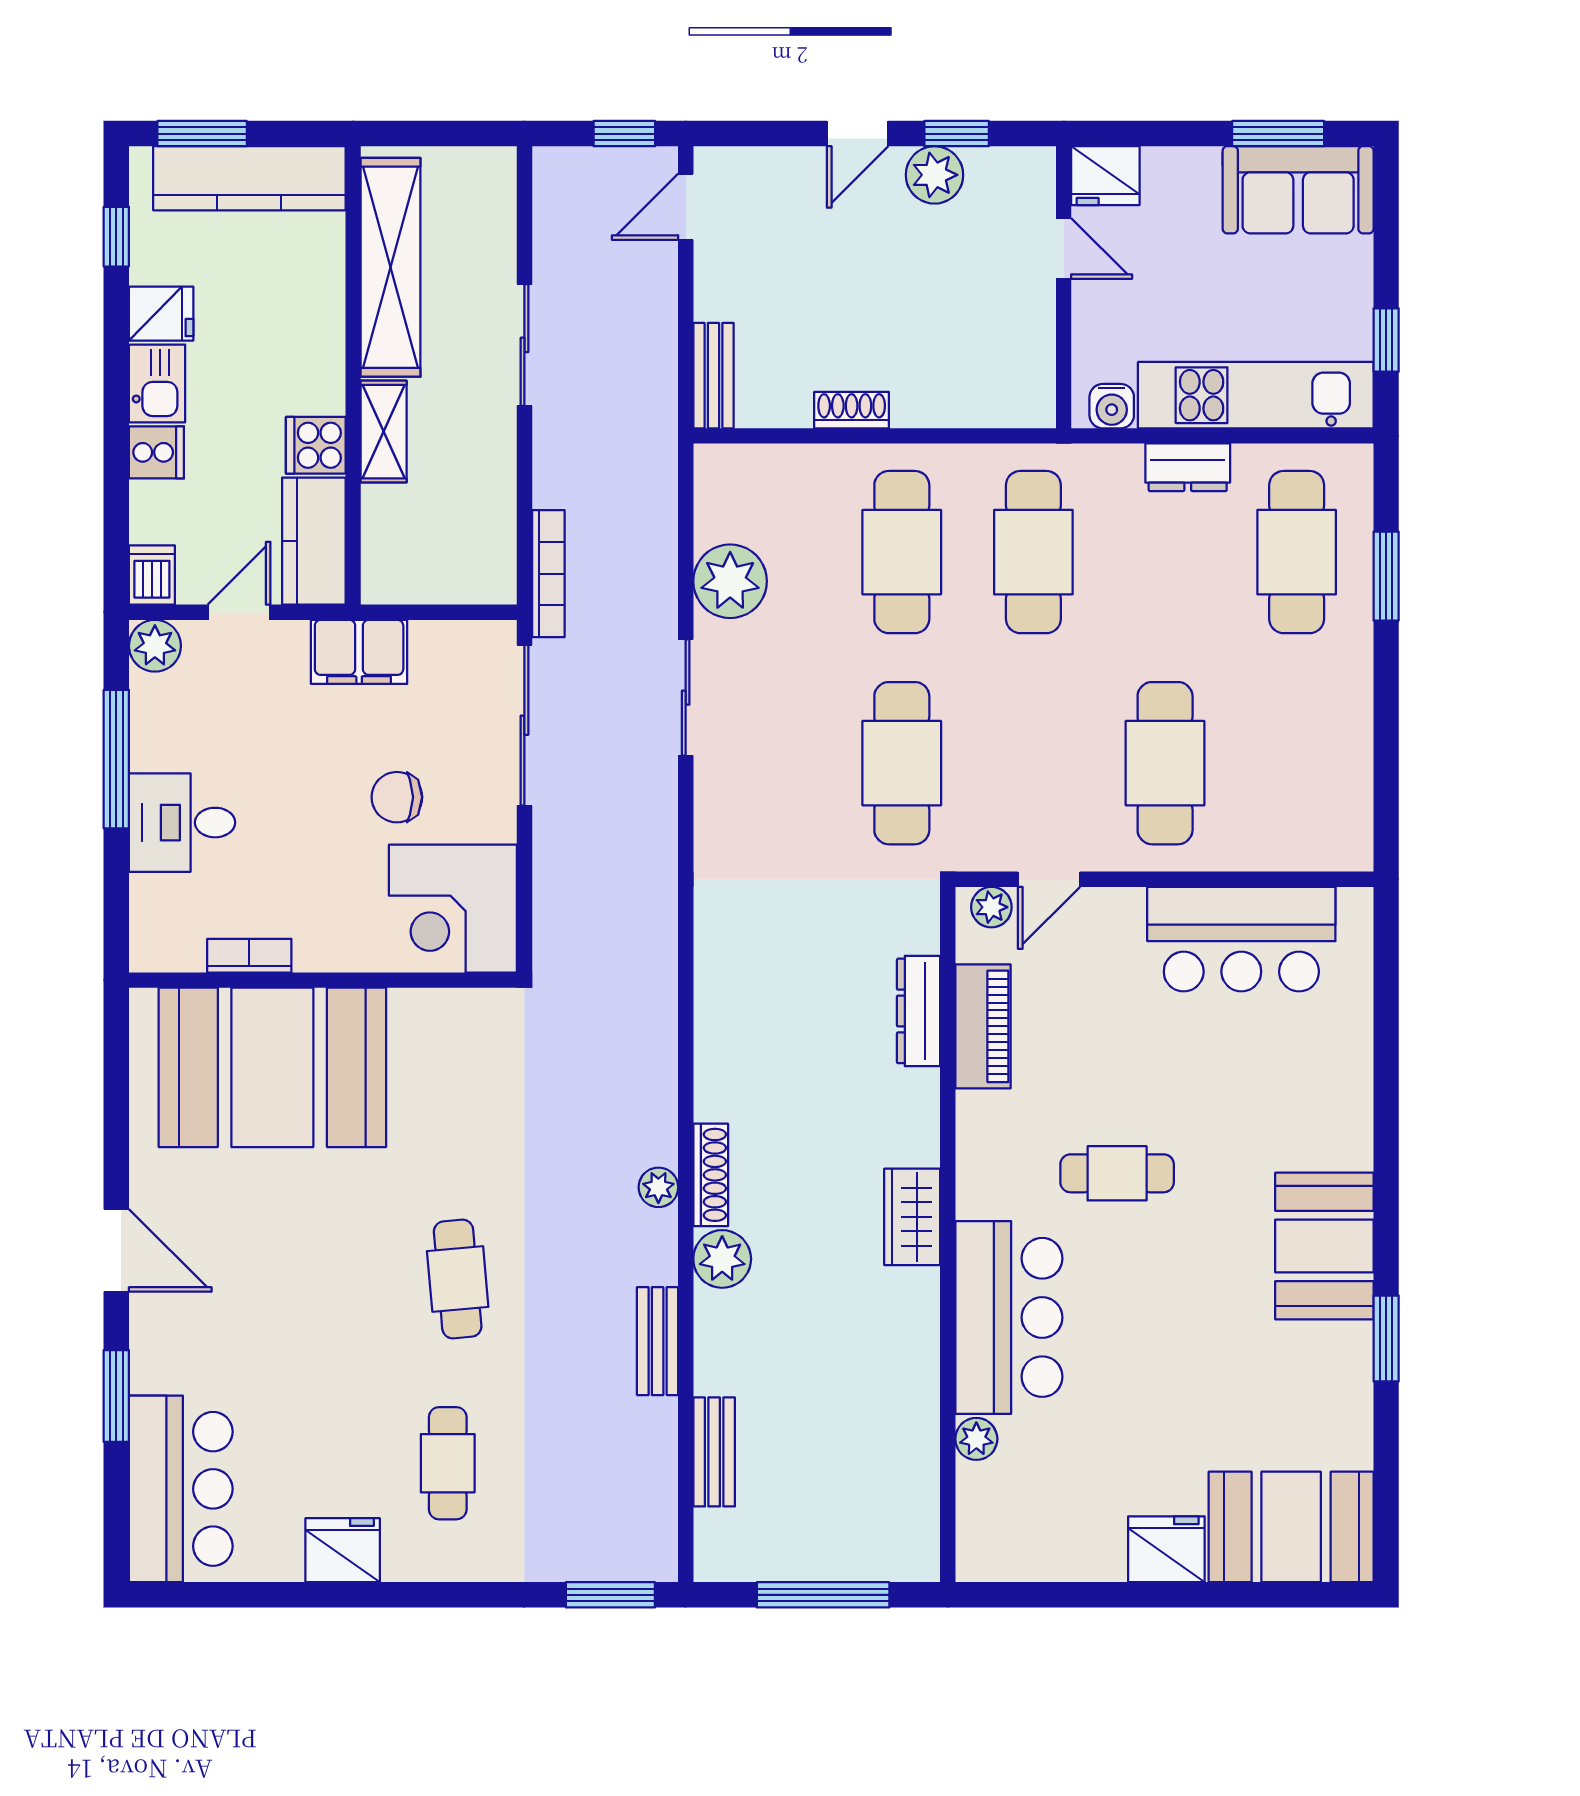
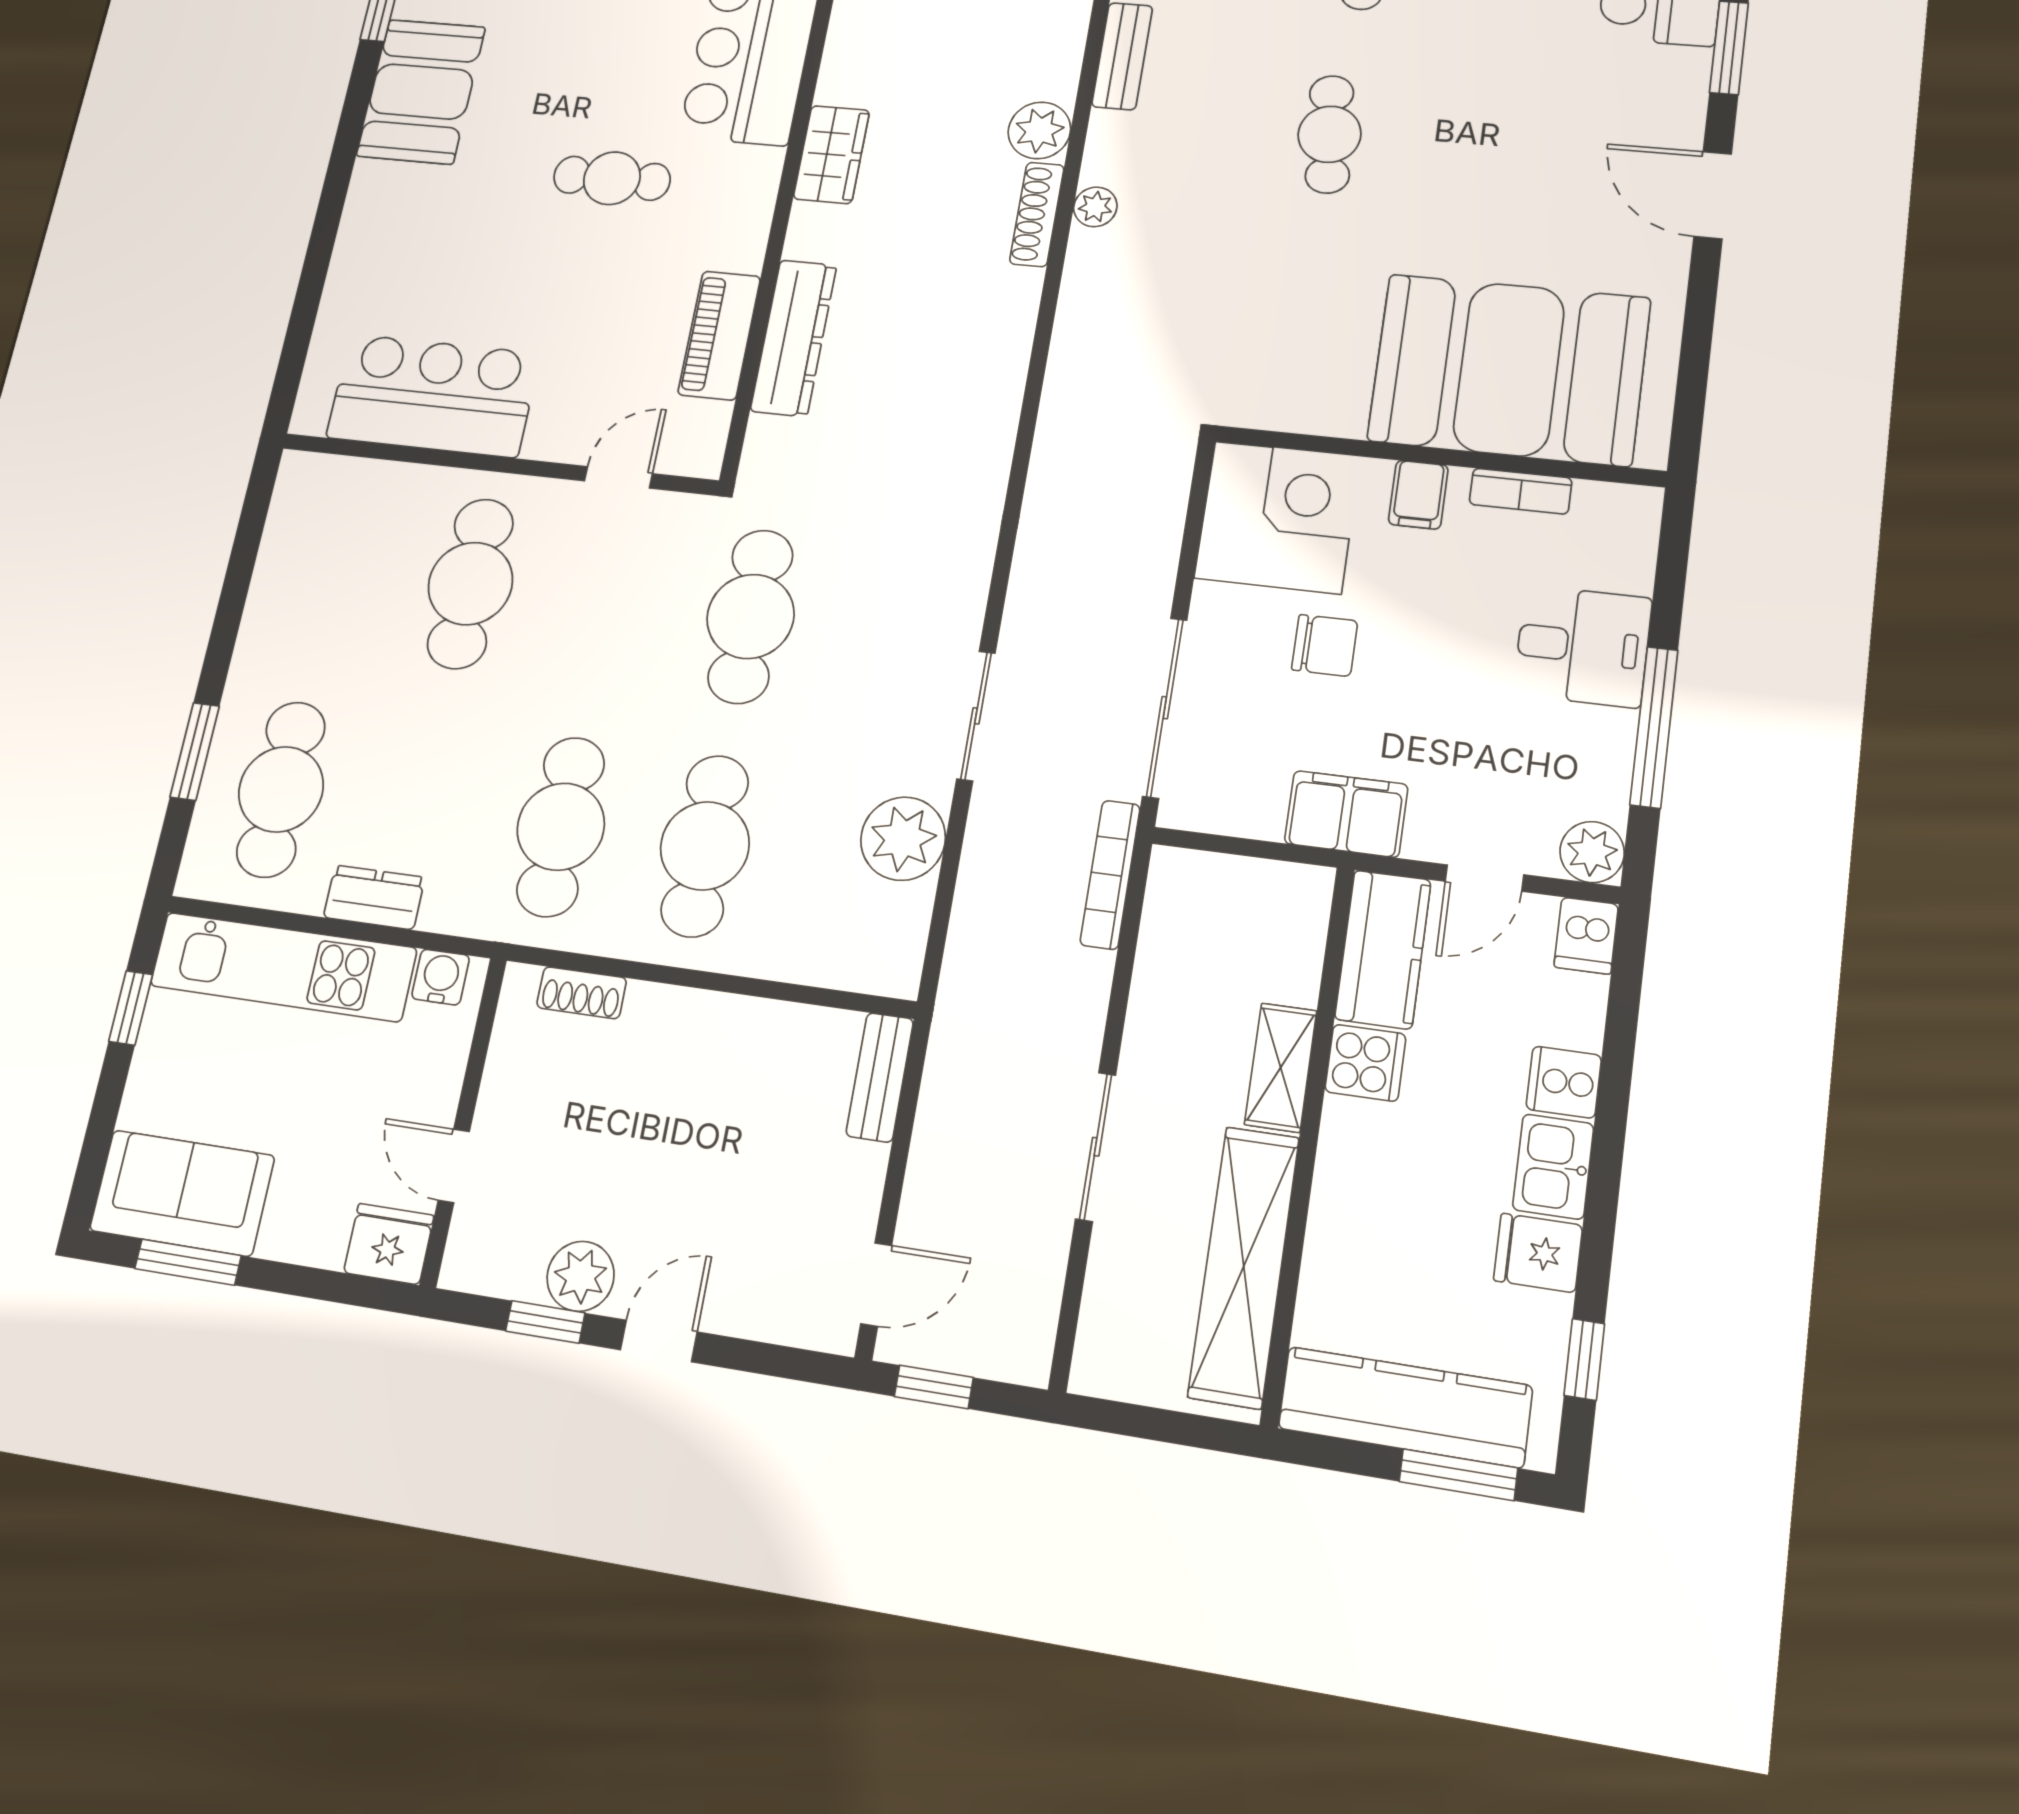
shoe rack: (852, 410) -> (582, 993), moved
plant: (991, 907) -> (685, 455), removed
filing cabinet: (335, 943) -> (1418, 495), added
dresser: (919, 1011) -> (794, 338), width x1.37, depth x1.24

